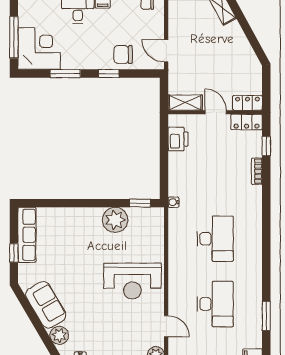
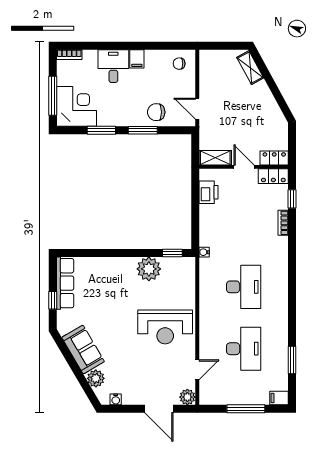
window: (109, 74) -> (143, 130), width x1.50
door: (166, 326) -> (197, 370), hinge flipped

